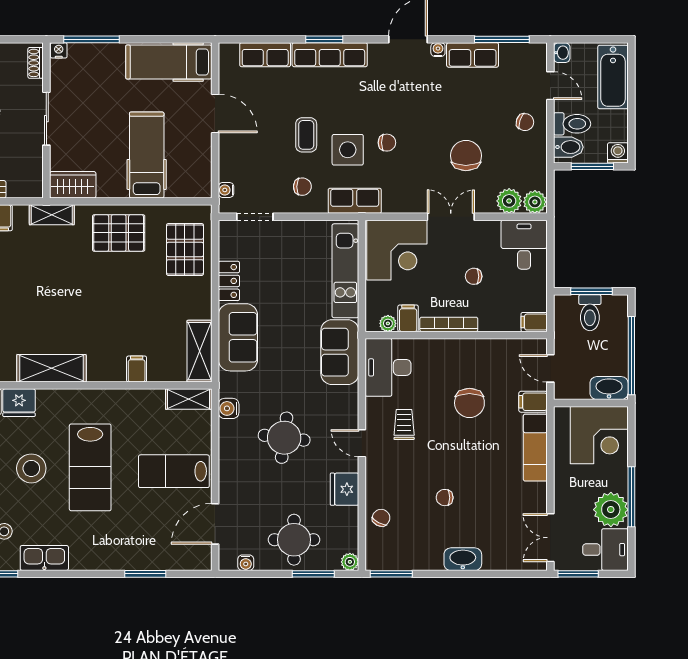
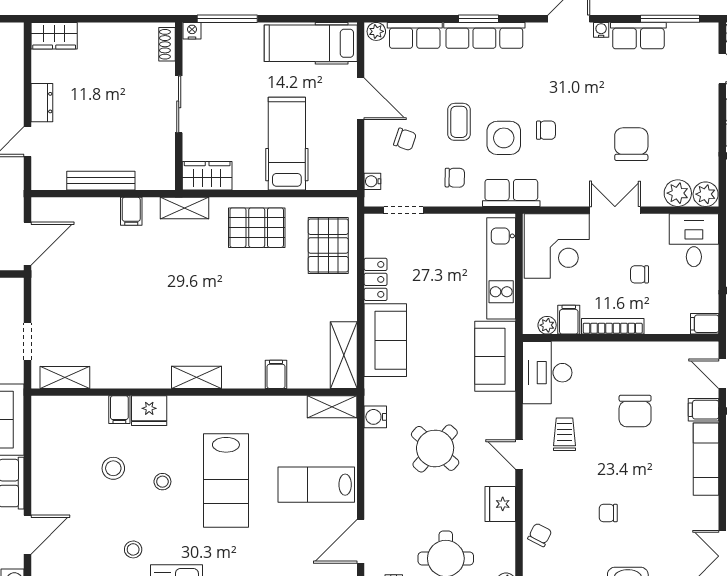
plant: (230, 51) -> (376, 31), added
chair: (525, 122) -> (405, 139), moved
shelving: (51, 368) -> (197, 377), width x0.67, depth x0.75
round table: (284, 438) -> (435, 448), turned 35
stool: (31, 468) -> (162, 482), width x0.53, depth x0.53

